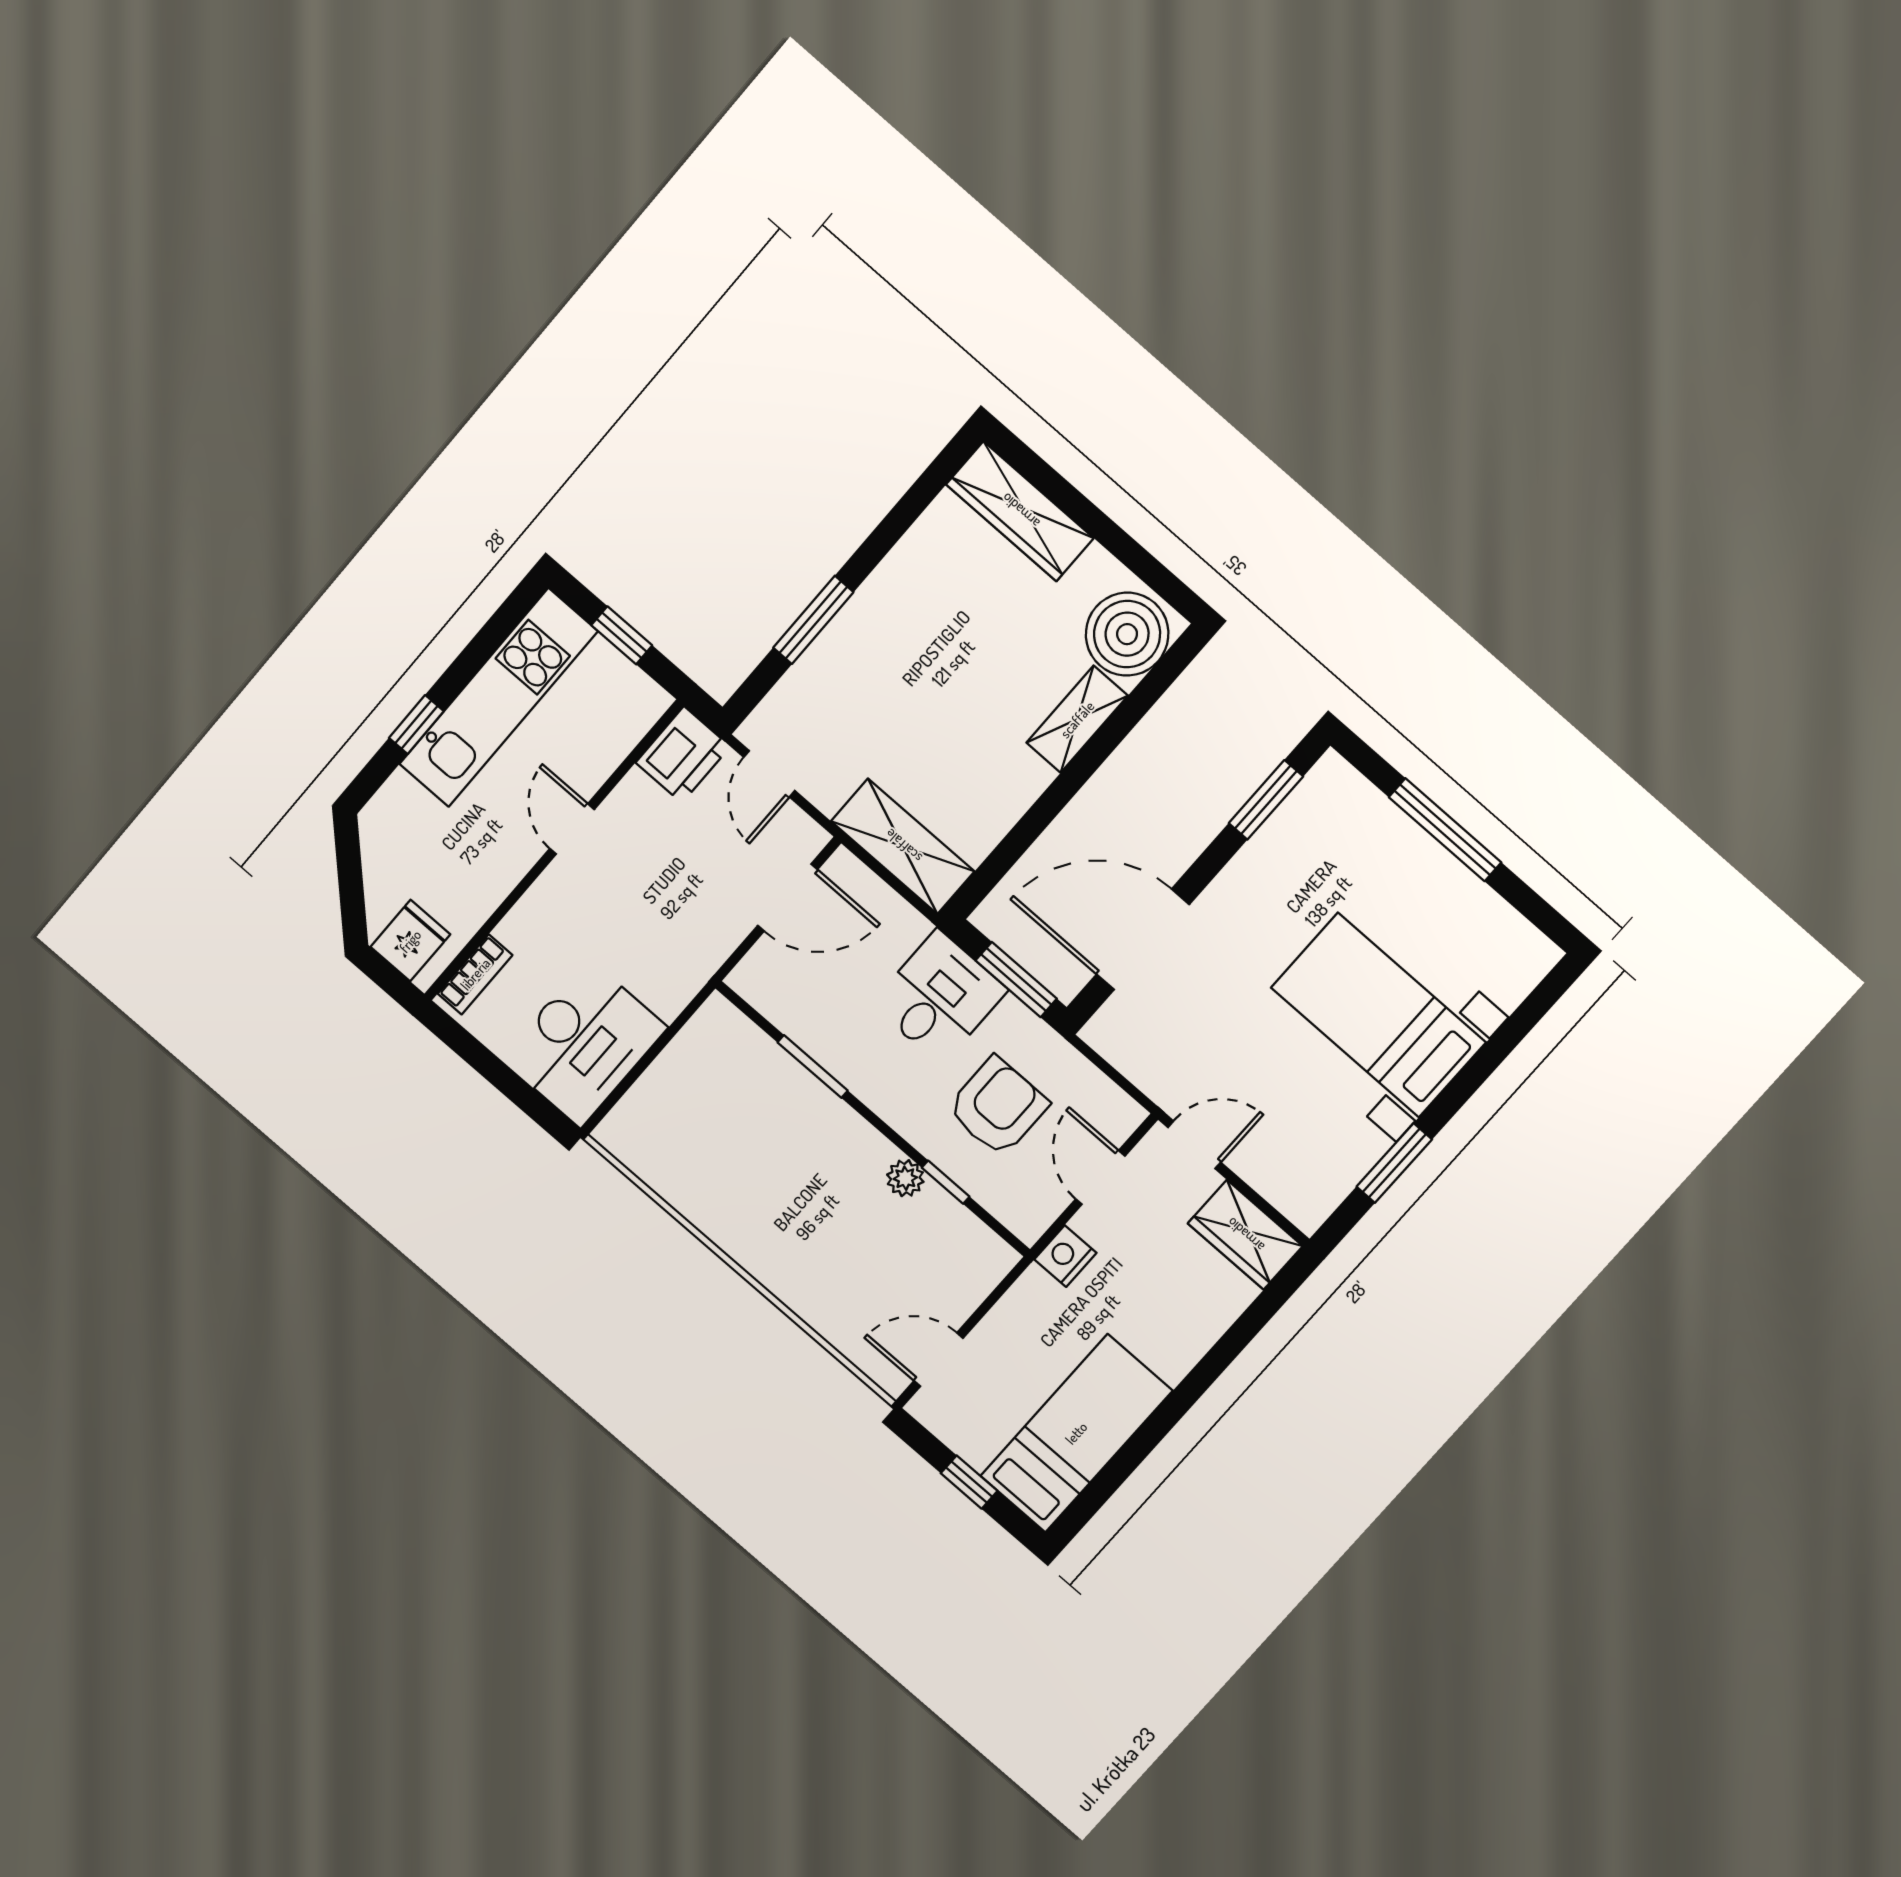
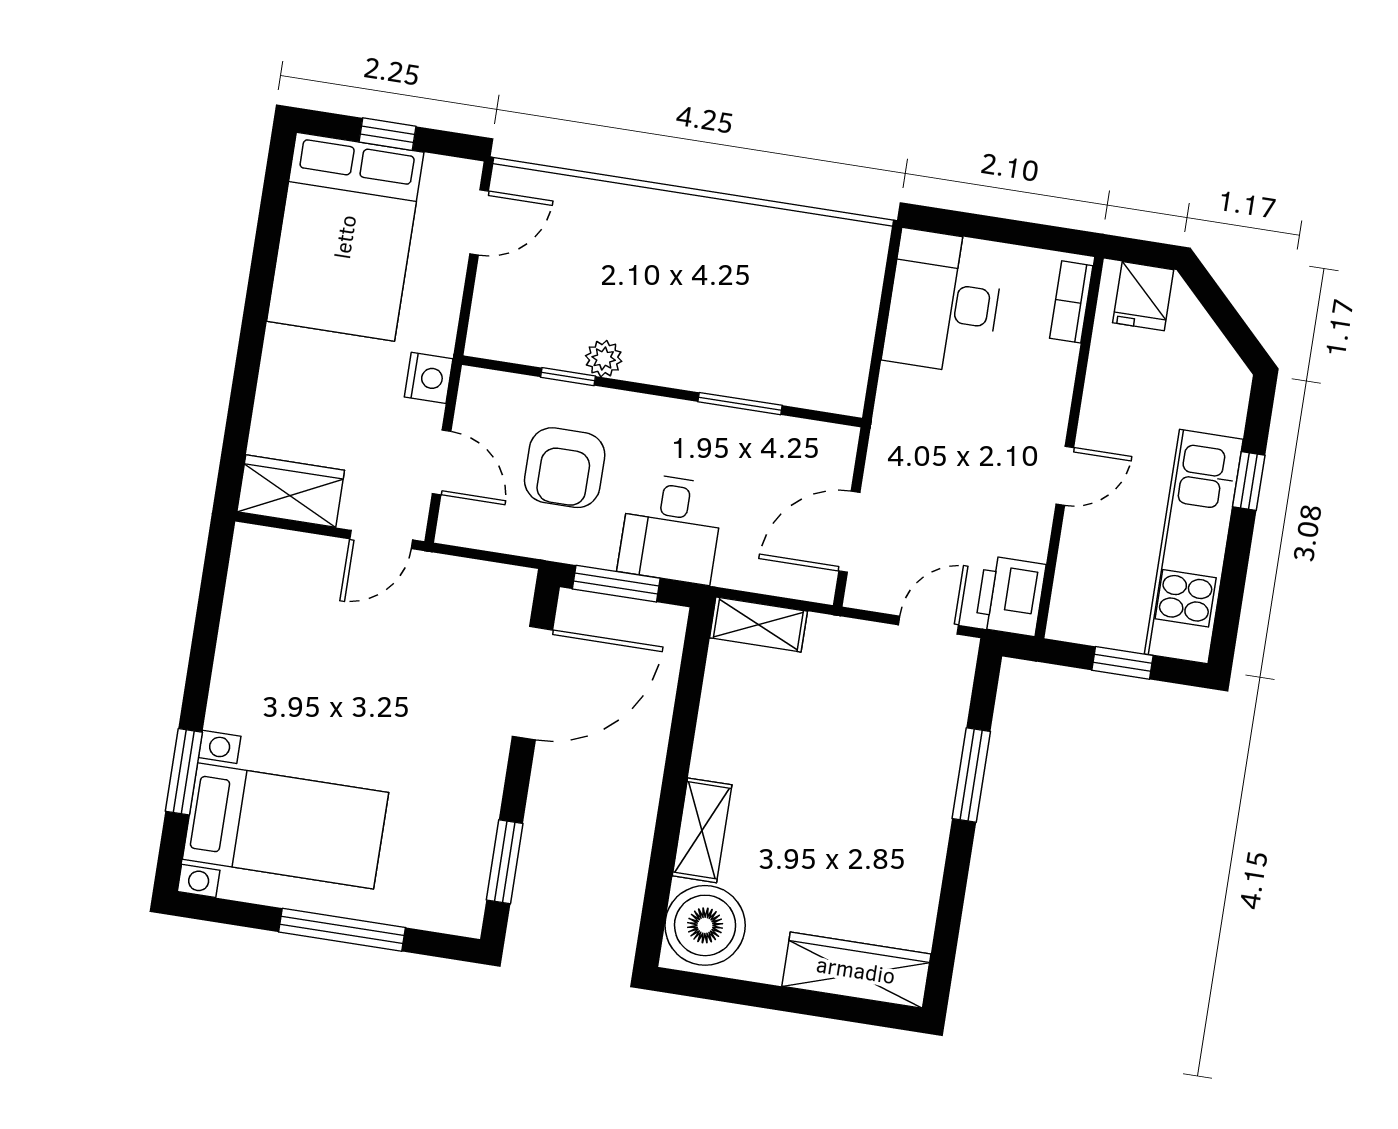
door: (769, 774) -> (929, 625), hinge flipped
door: (572, 829) -> (1065, 476), hinge flipped
shelving: (903, 846) -> (758, 624), width x0.67, depth x0.75
bed with nightstands: (1378, 1015) -> (285, 826), moved
window: (1394, 1163) -> (184, 772), moved
bed: (1076, 1433) -> (345, 237), width x1.50

